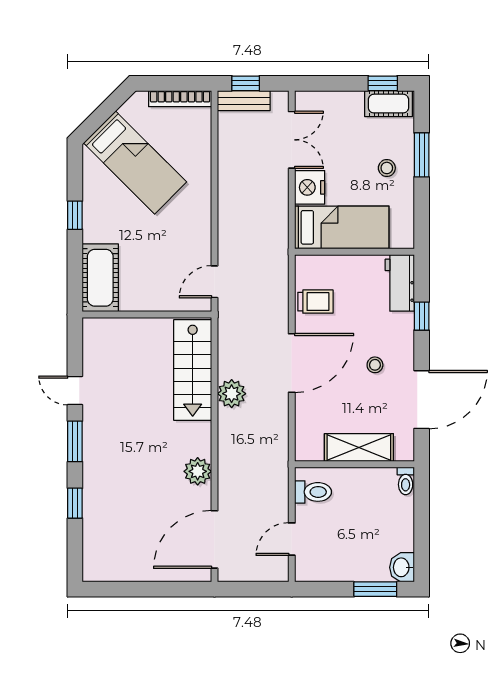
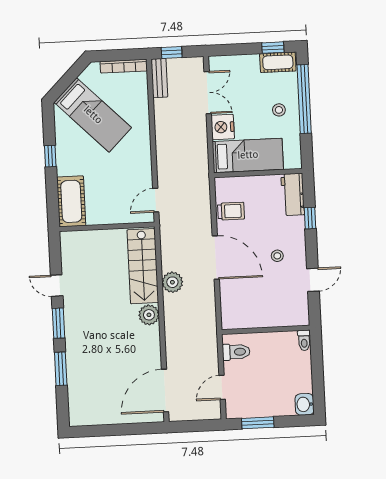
bench: (244, 101) -> (159, 78), moved, turned 90
window: (422, 155) -> (304, 99), width x2.11
door: (292, 363) -> (216, 257), hinge flipped
door: (422, 400) -> (313, 280), width x0.53
shelving: (359, 447) -> (268, 317), removed
plant: (198, 471) -> (149, 315), moved
window: (75, 503) -> (61, 369), width x1.50
window: (375, 589) -> (258, 423), moved

